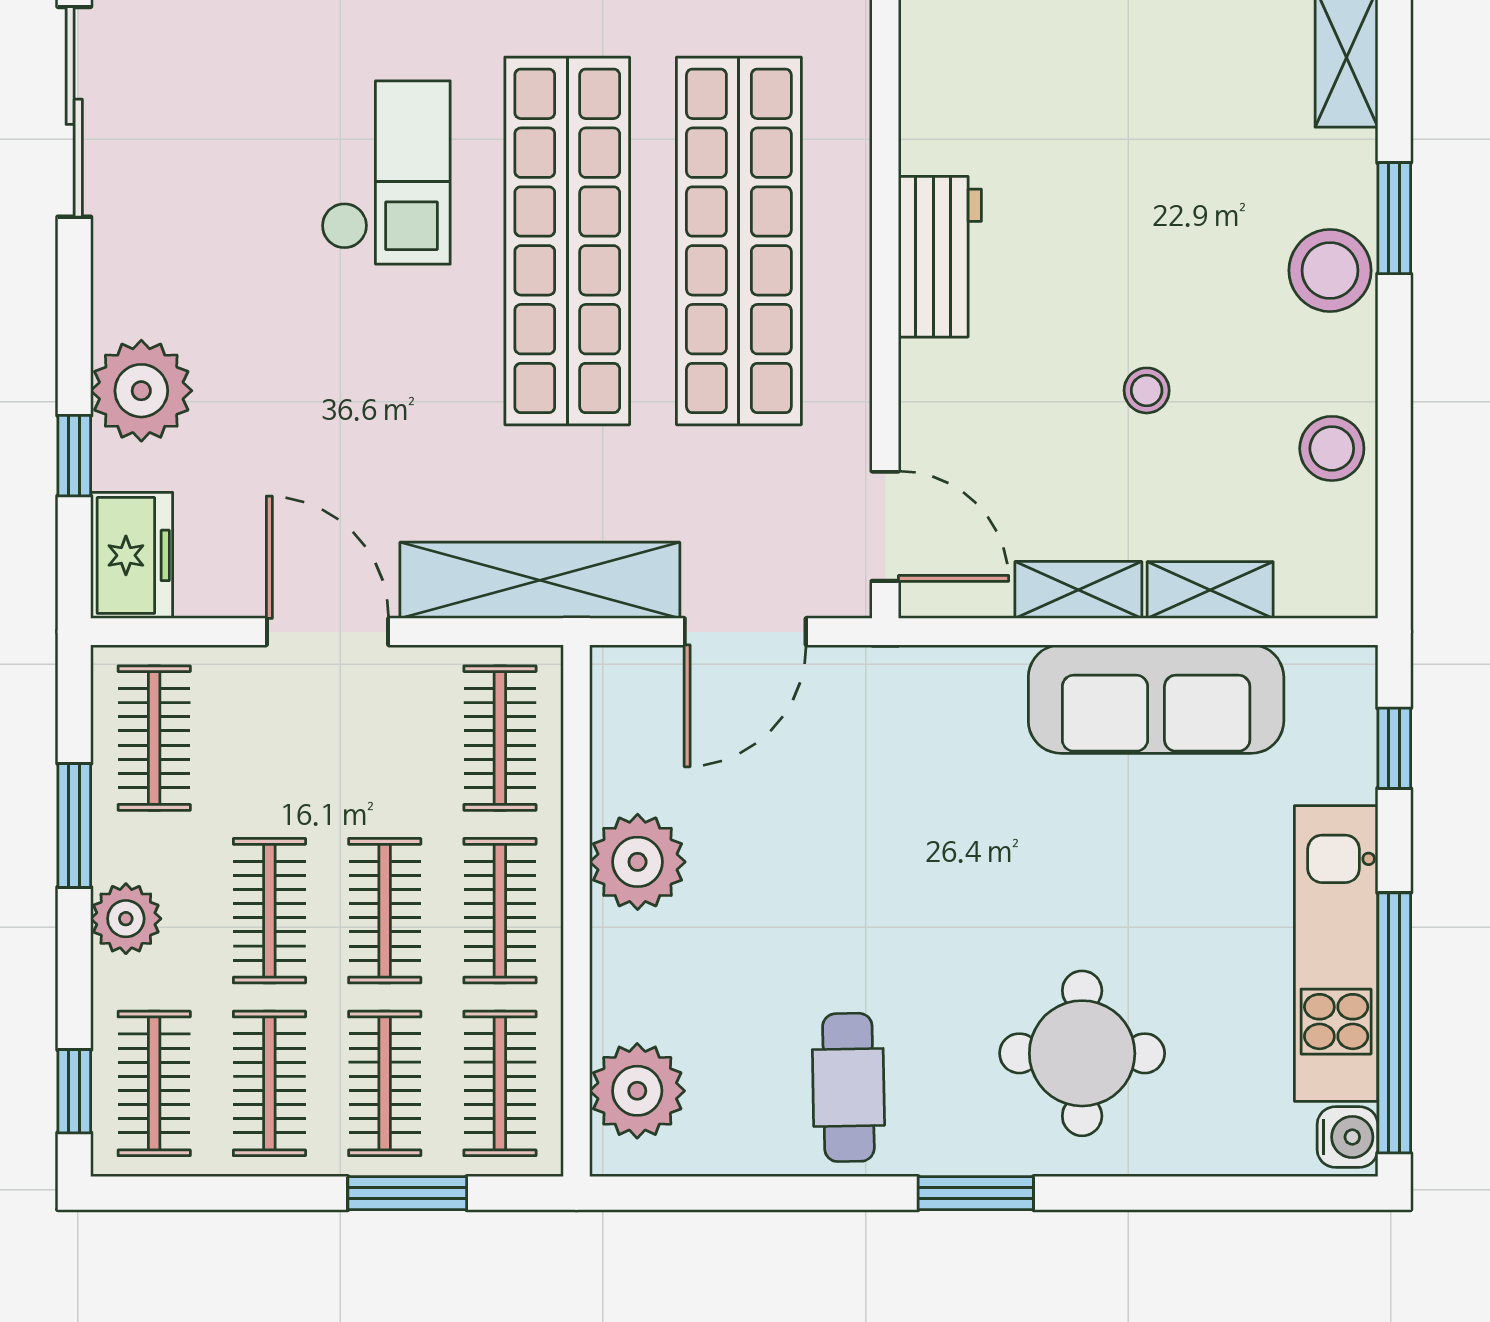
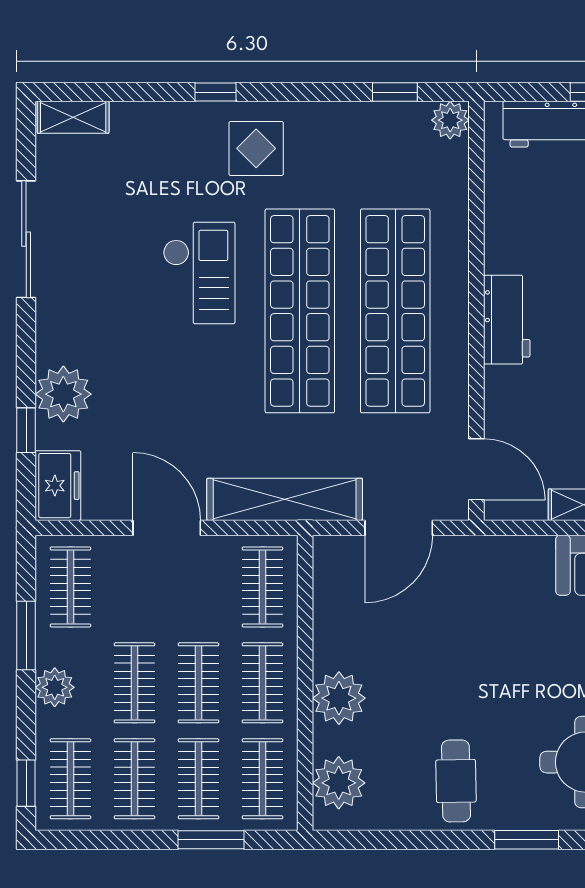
plant: (638, 862) -> (339, 698), moved

